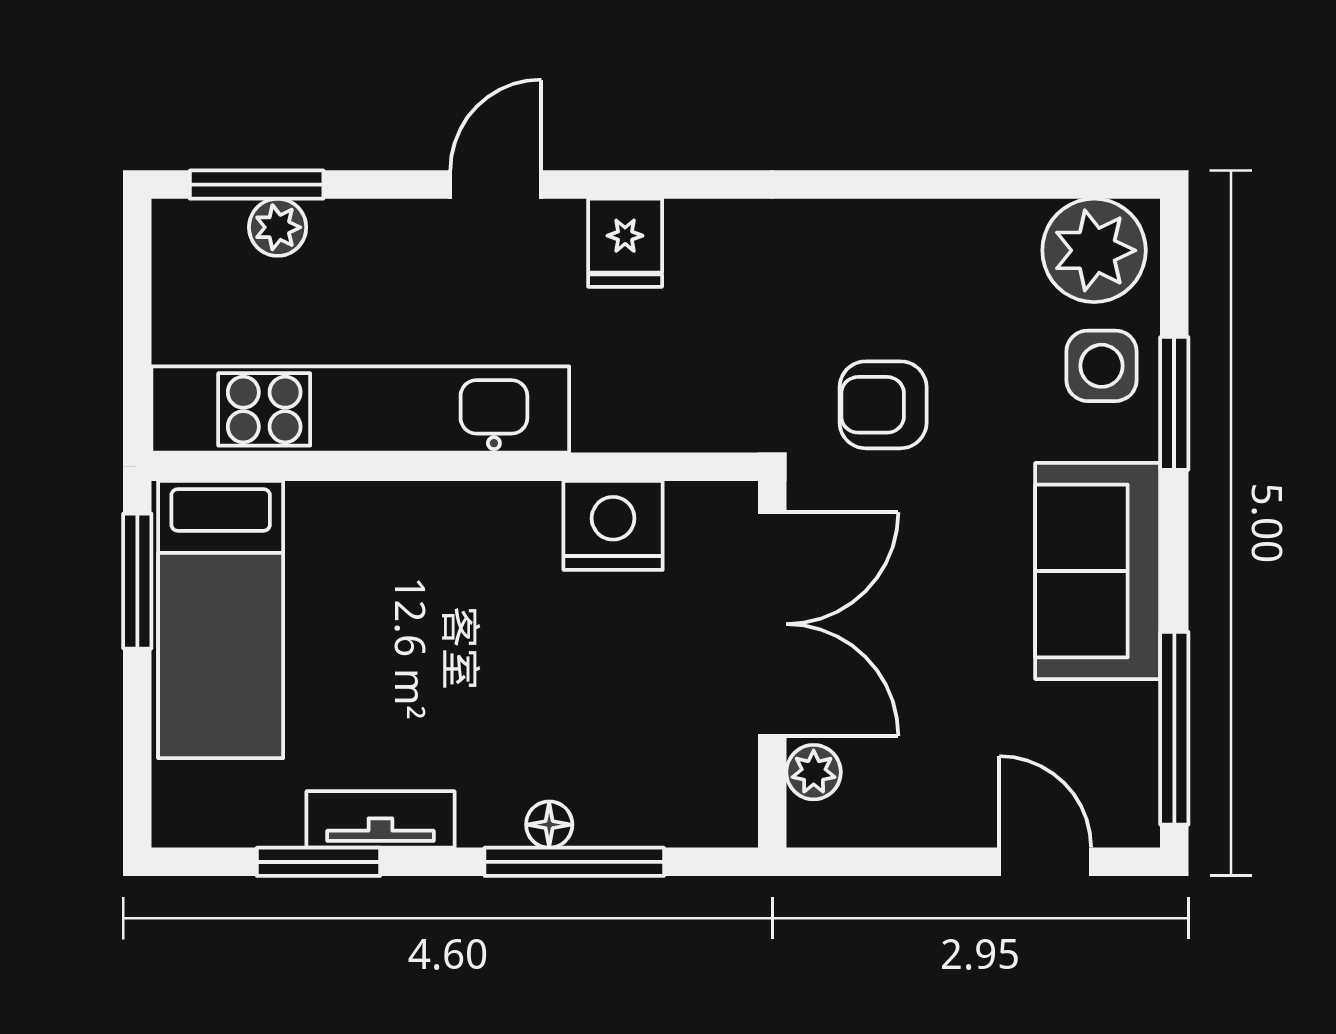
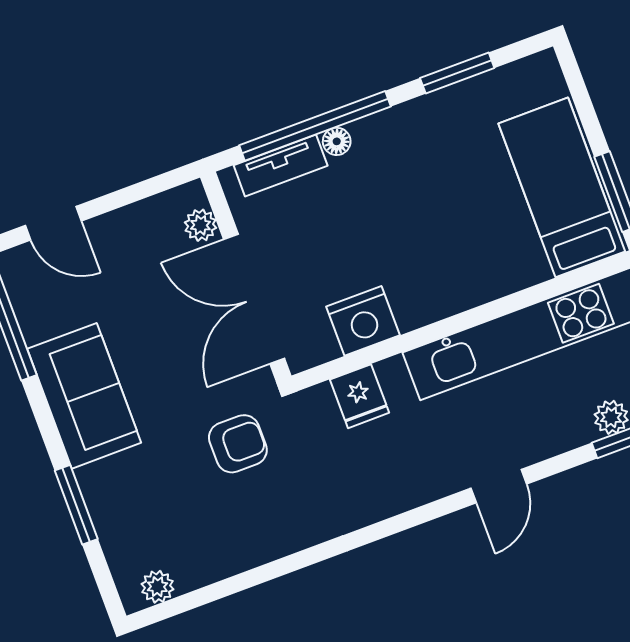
fridge: (625, 243) -> (360, 396), moved, turned 180
plant: (1094, 250) -> (157, 587), width x0.53, depth x0.53
side table: (1102, 366) -> (124, 511), removed
tv unit: (380, 819) -> (281, 166), moved
window: (574, 862) -> (315, 126), width x1.46

